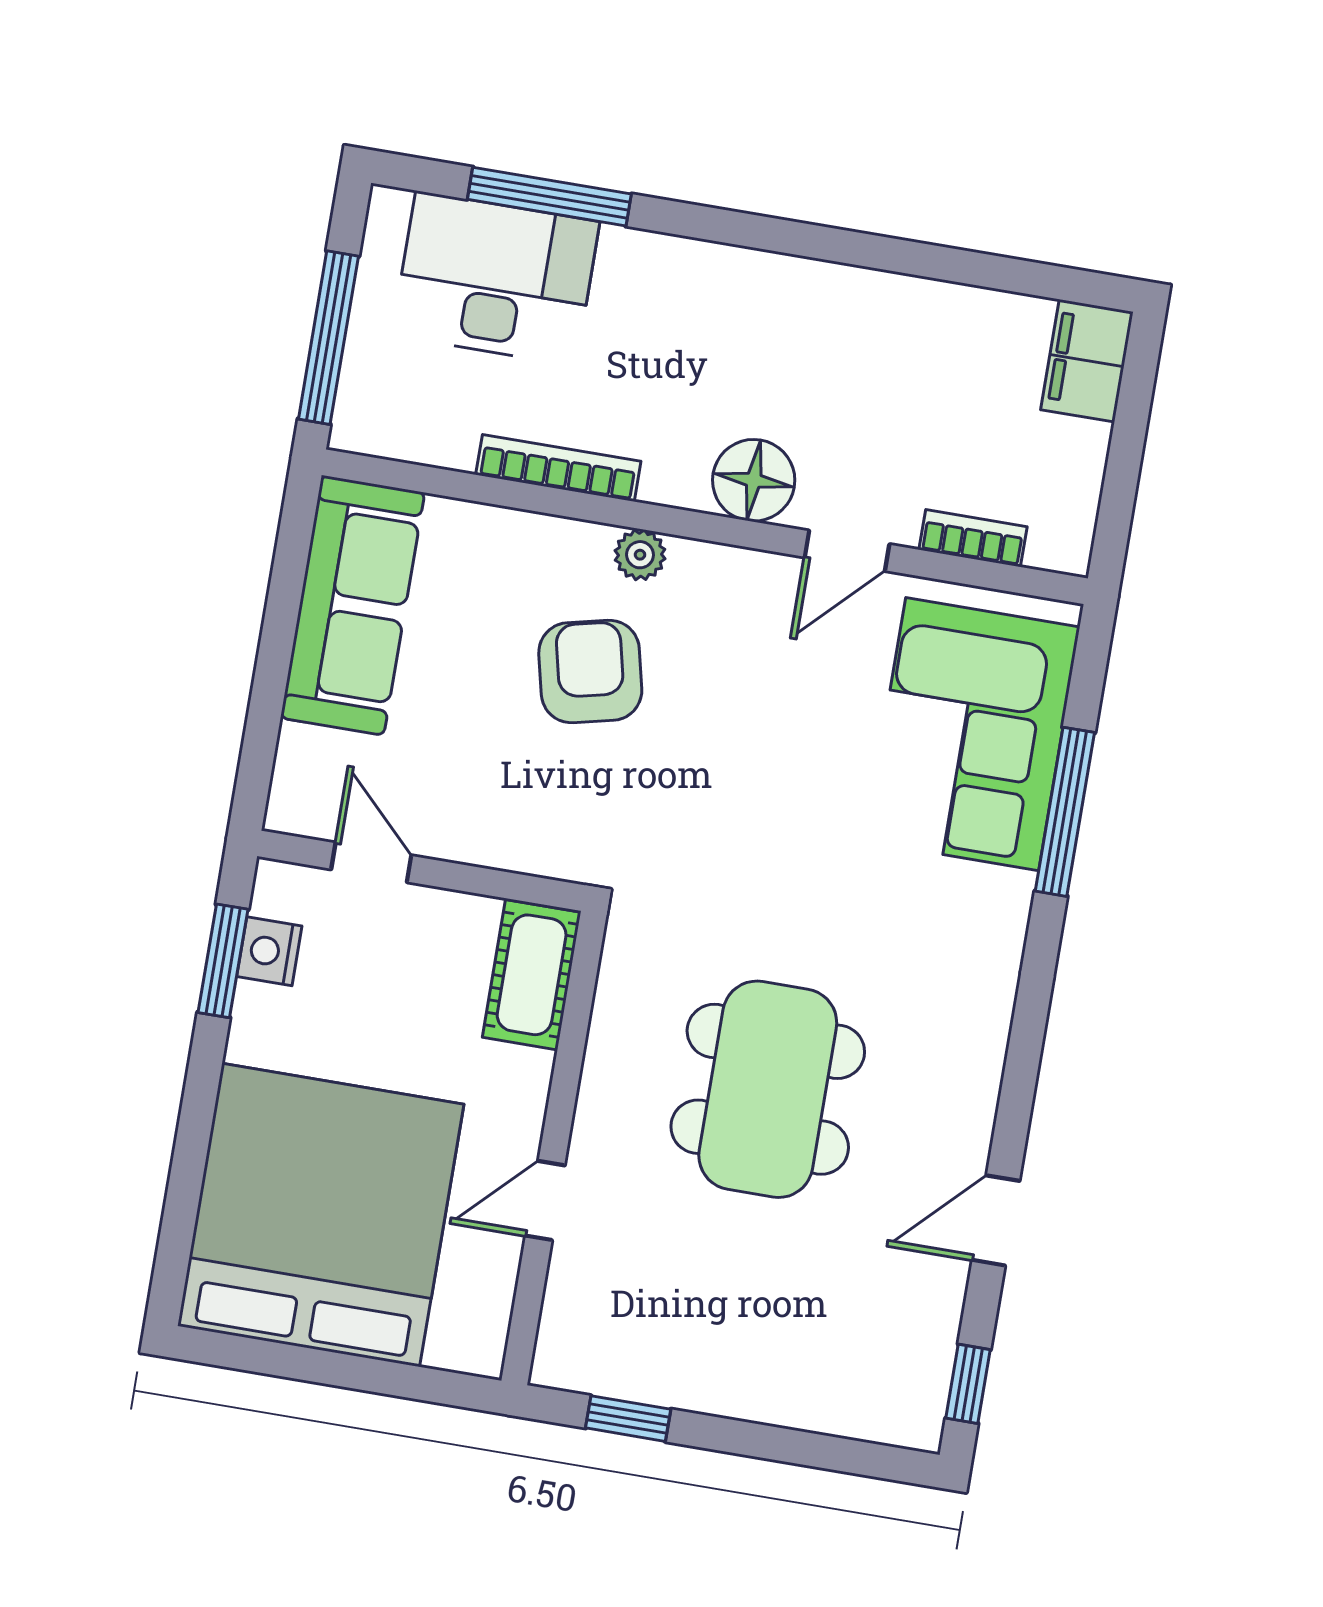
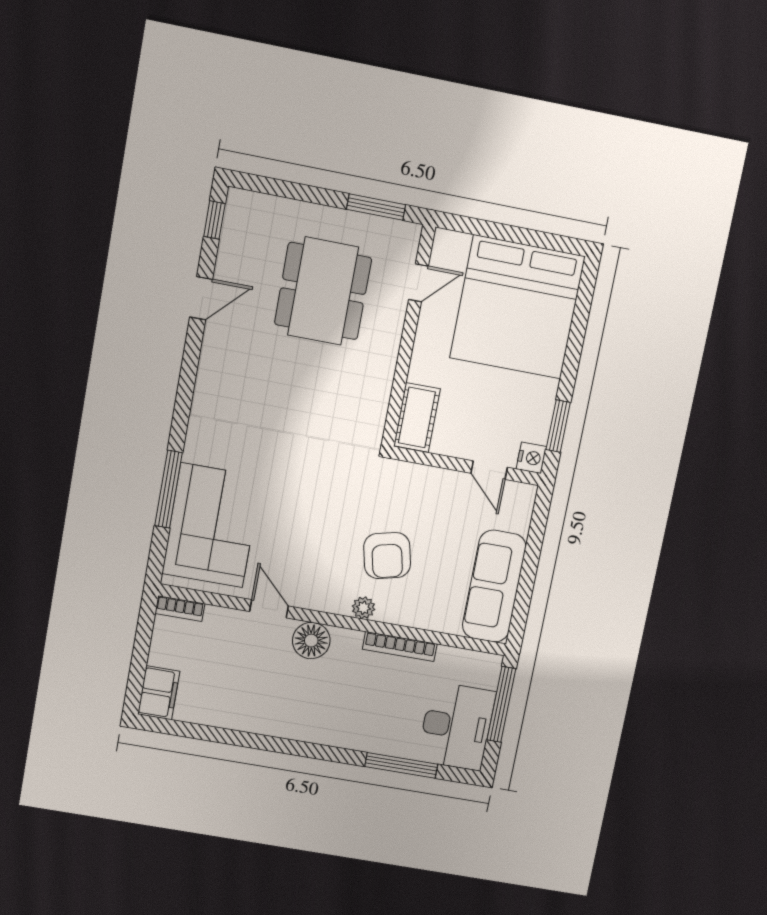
desk: (496, 278) -> (457, 726), moved, turned -90
bookcase: (973, 538) -> (180, 609), moved
door: (847, 551) -> (269, 609), hinge flipped
nightstand: (269, 951) -> (531, 458), moved
dining table: (768, 1089) -> (323, 291), moved
door: (545, 1201) -> (418, 283), moved
window: (628, 1419) -> (376, 207), width x1.50

